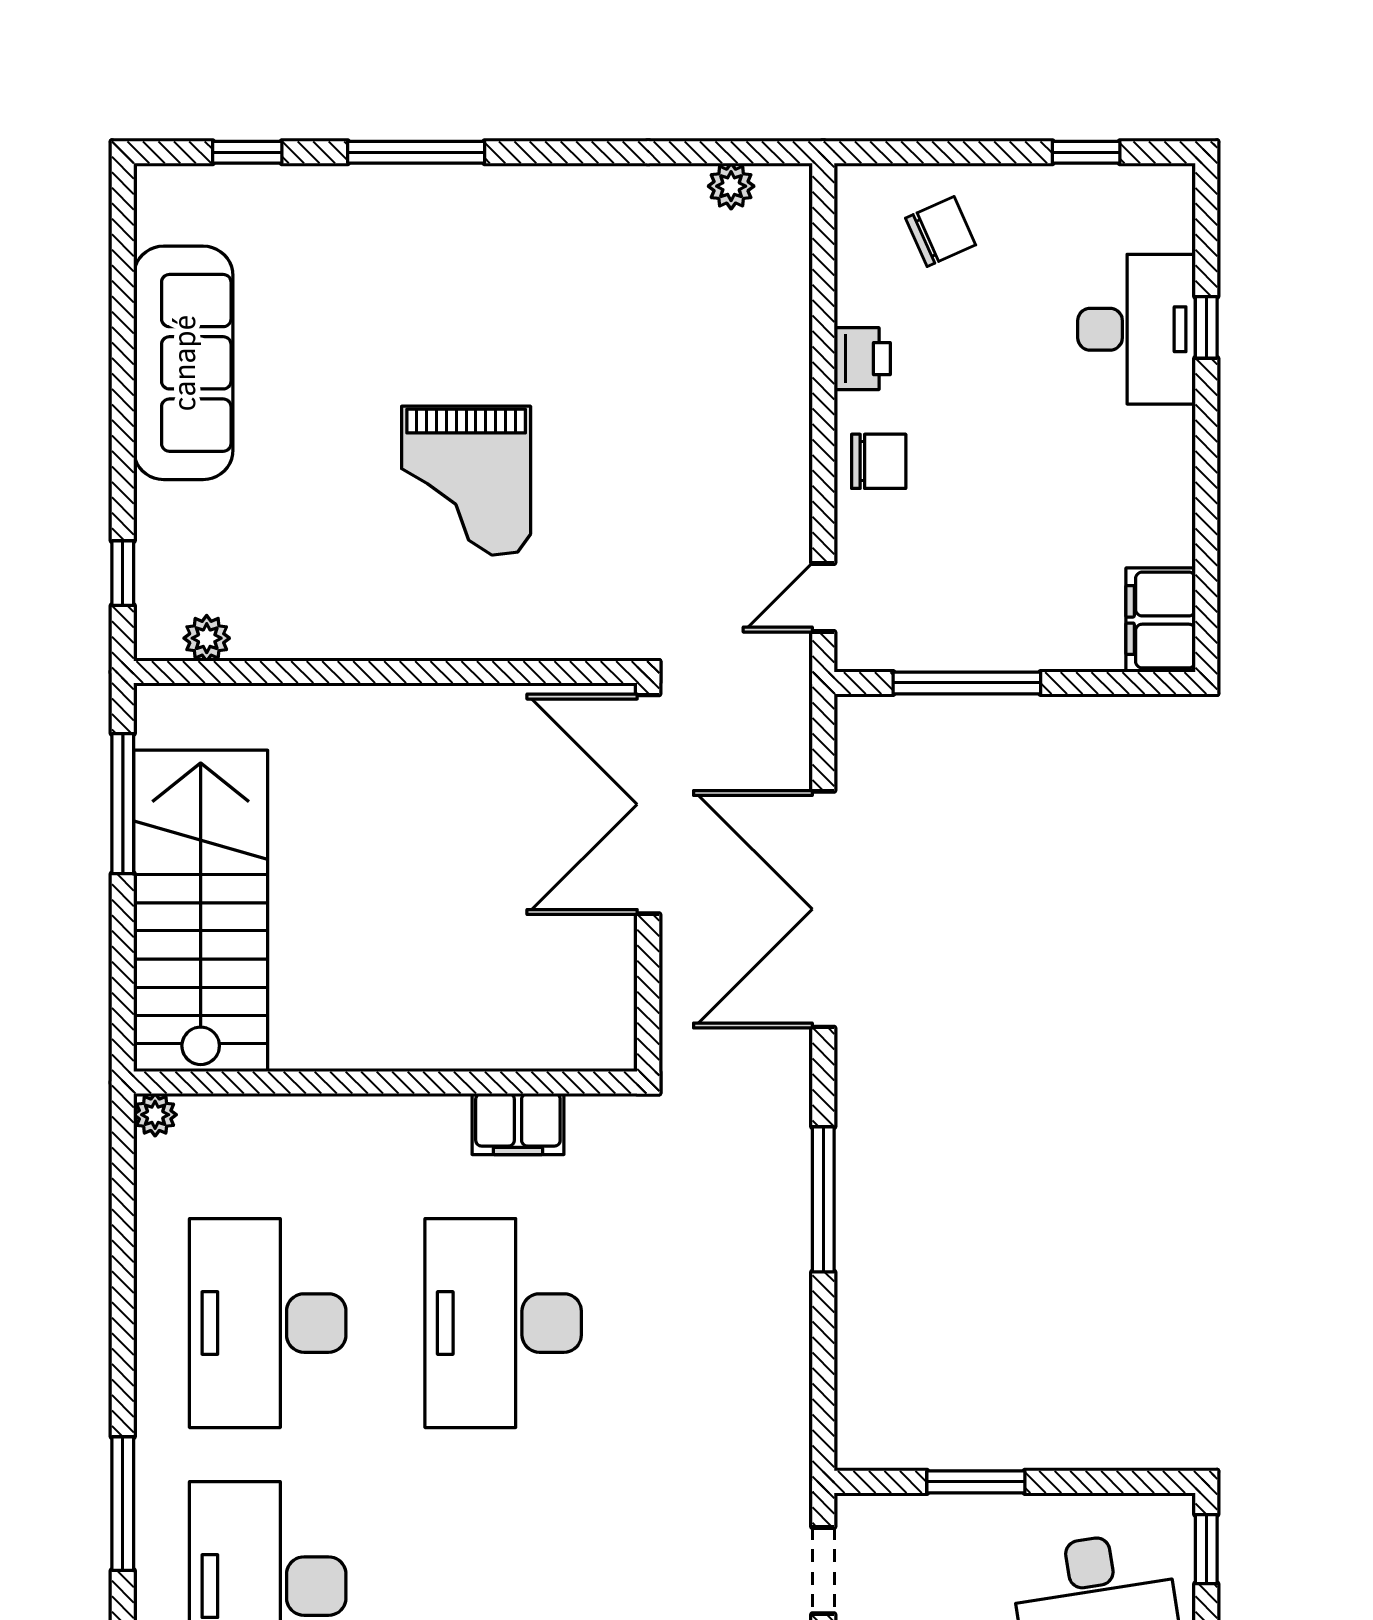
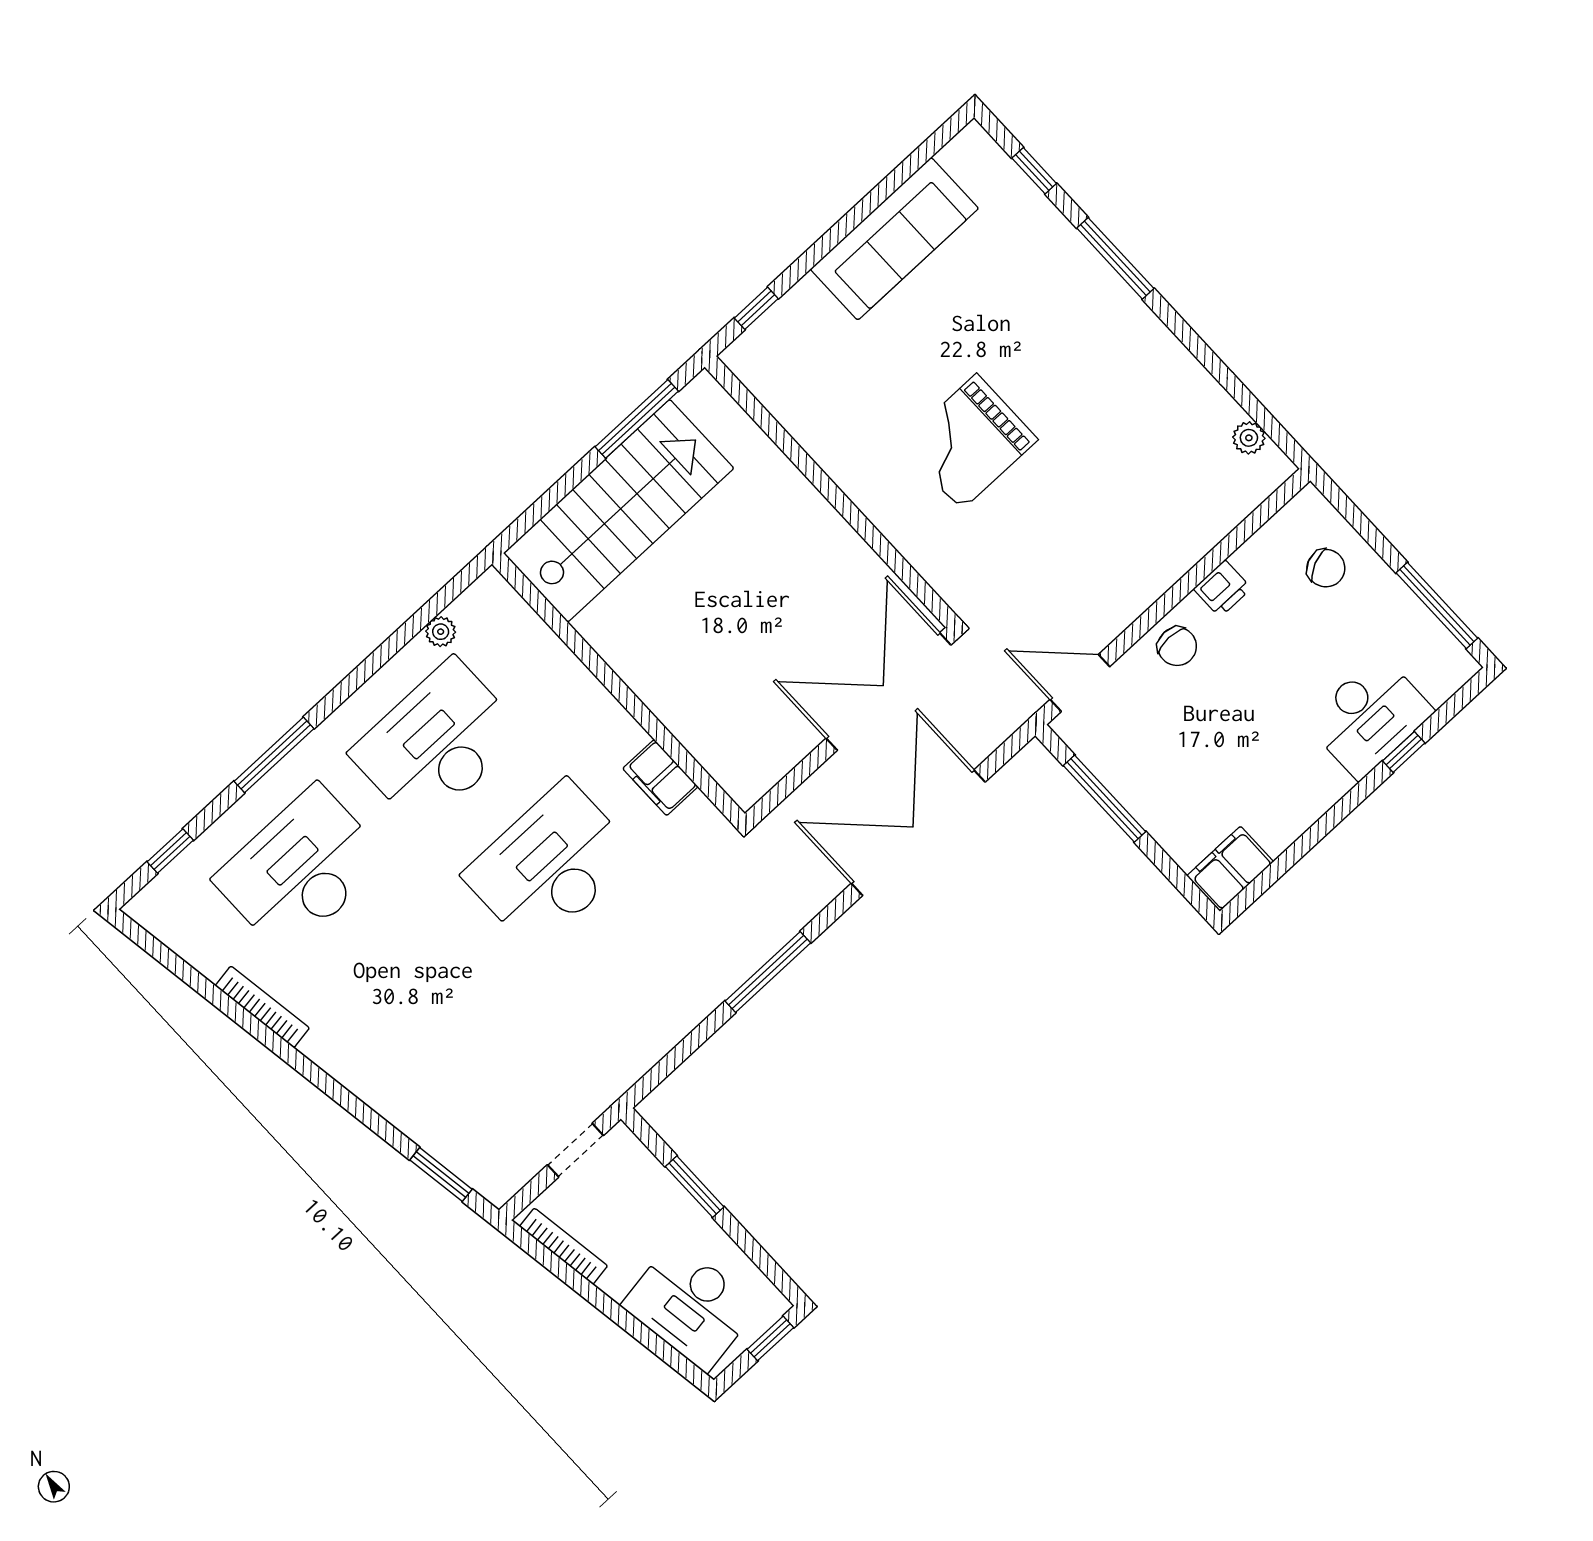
window: (1086, 152) -> (1437, 606), width x2.17
door: (823, 597) -> (1080, 683), width x1.37
plant: (207, 638) -> (763, 383), removed
plant: (155, 1115) -> (441, 632), moved

